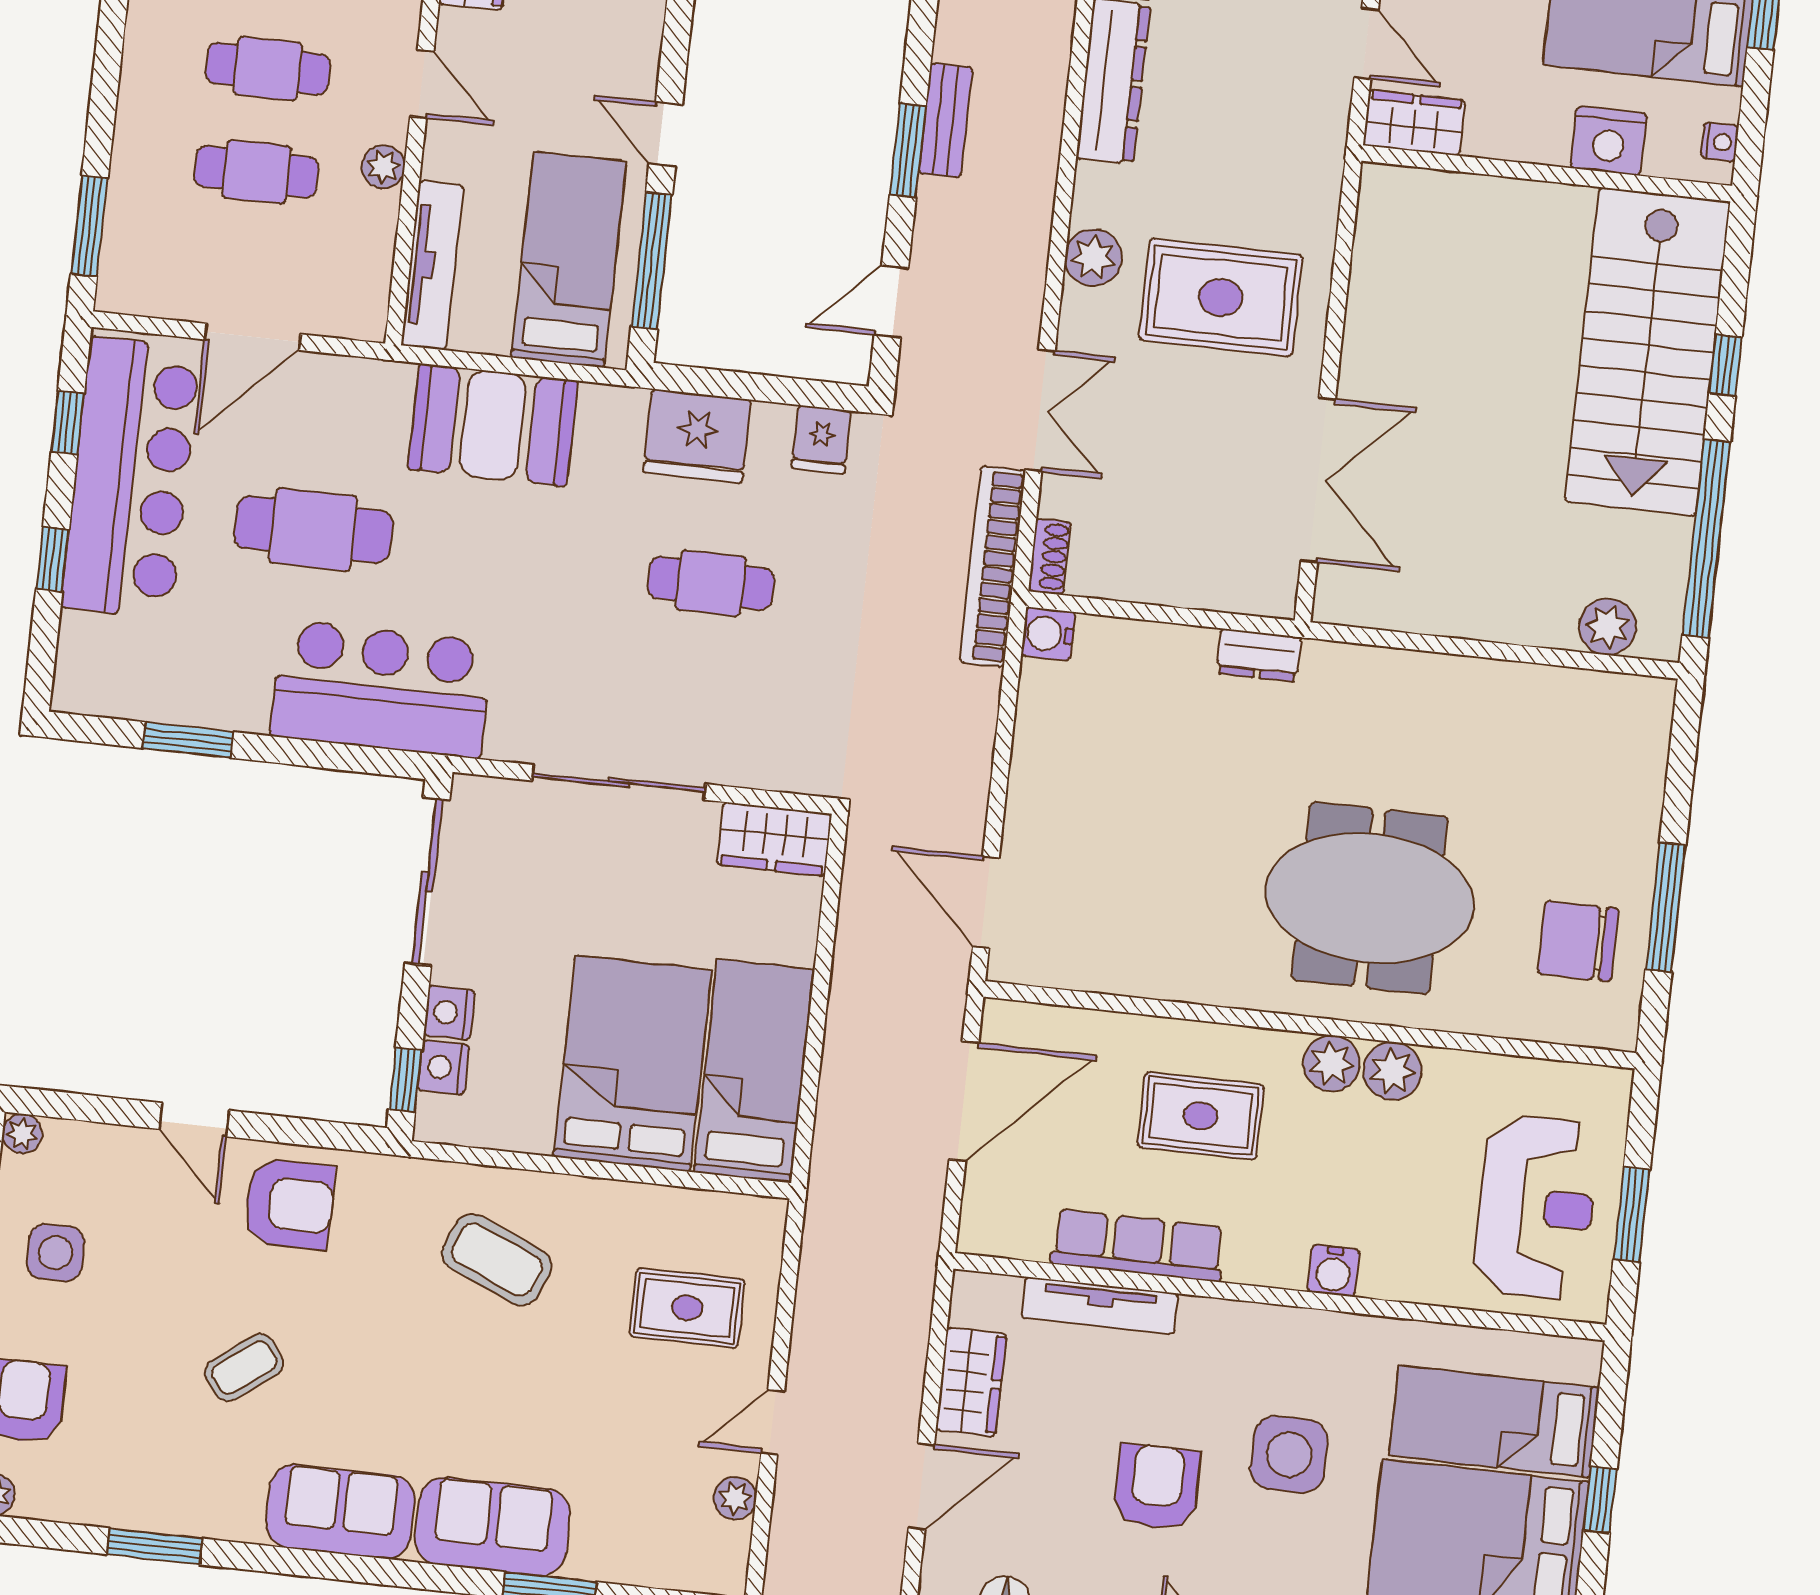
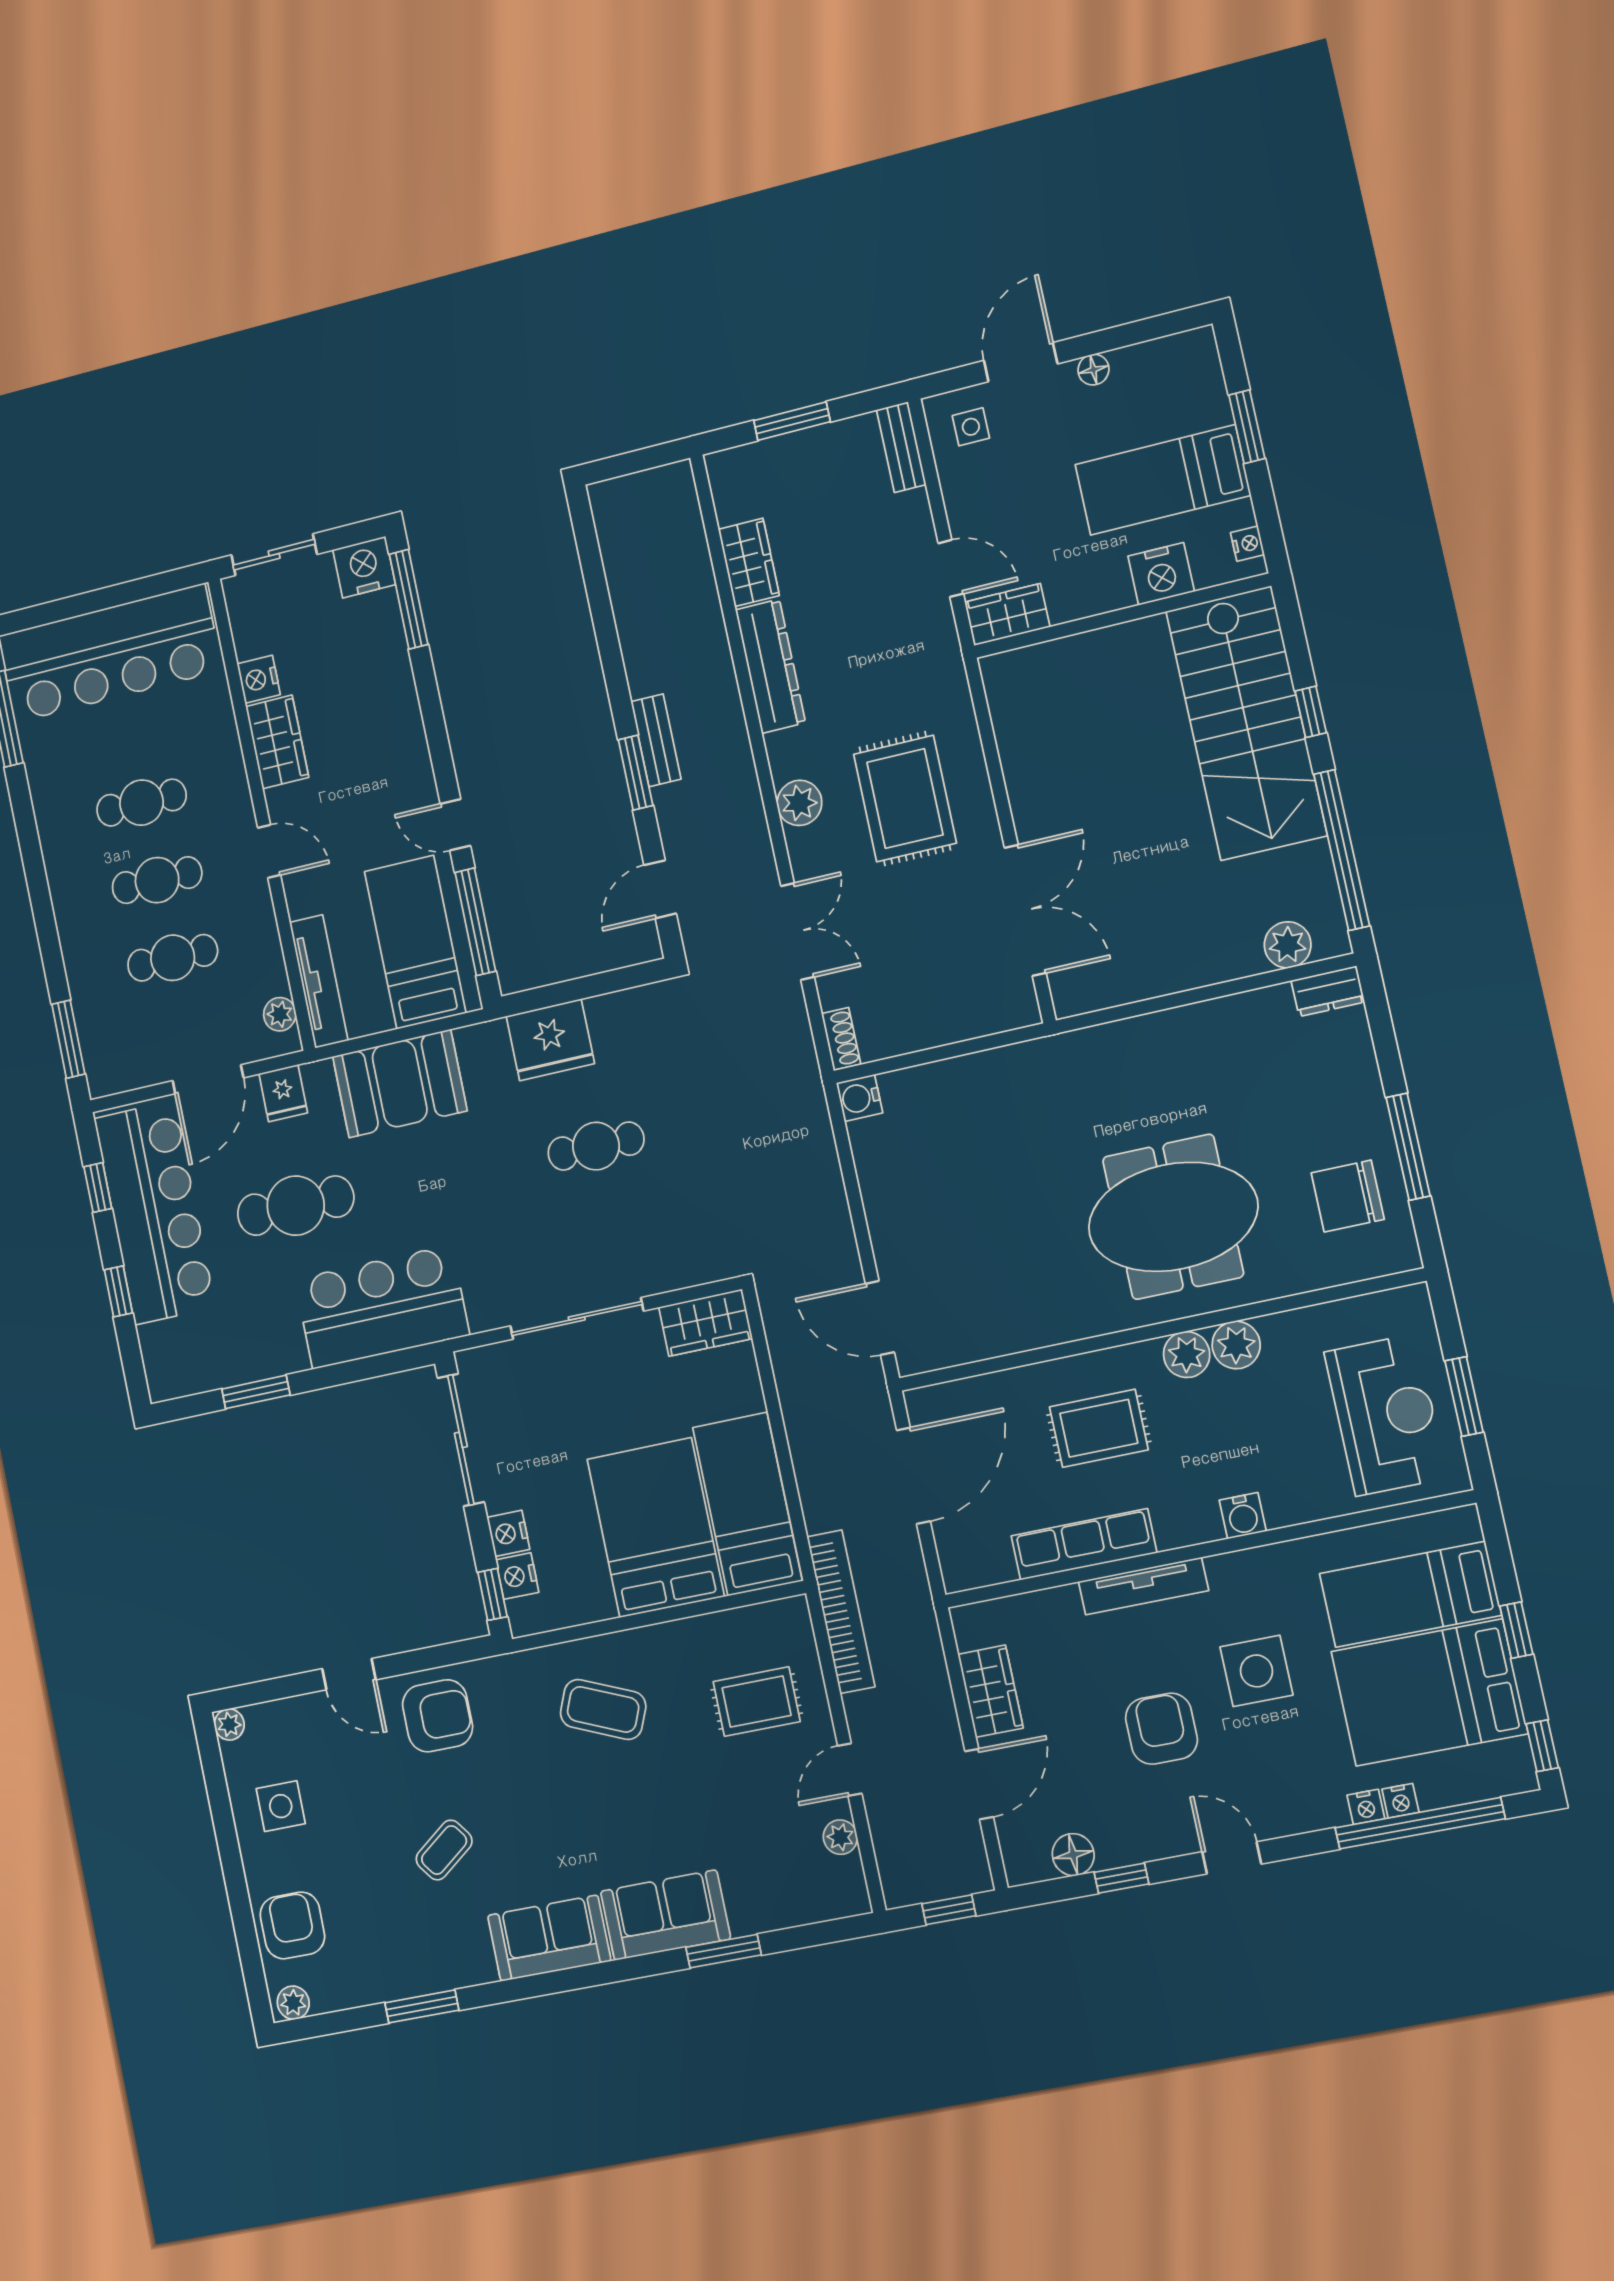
plant: (383, 167) -> (280, 1014), moved
rug: (1221, 297) -> (905, 799), turned 90
fridge: (821, 439) -> (283, 1093), moved
bookcase: (993, 566) -> (841, 1612), moved, turned 180
dresser: (1259, 655) -> (1328, 991), moved
tv unit: (1100, 1306) -> (1143, 1586), moved

